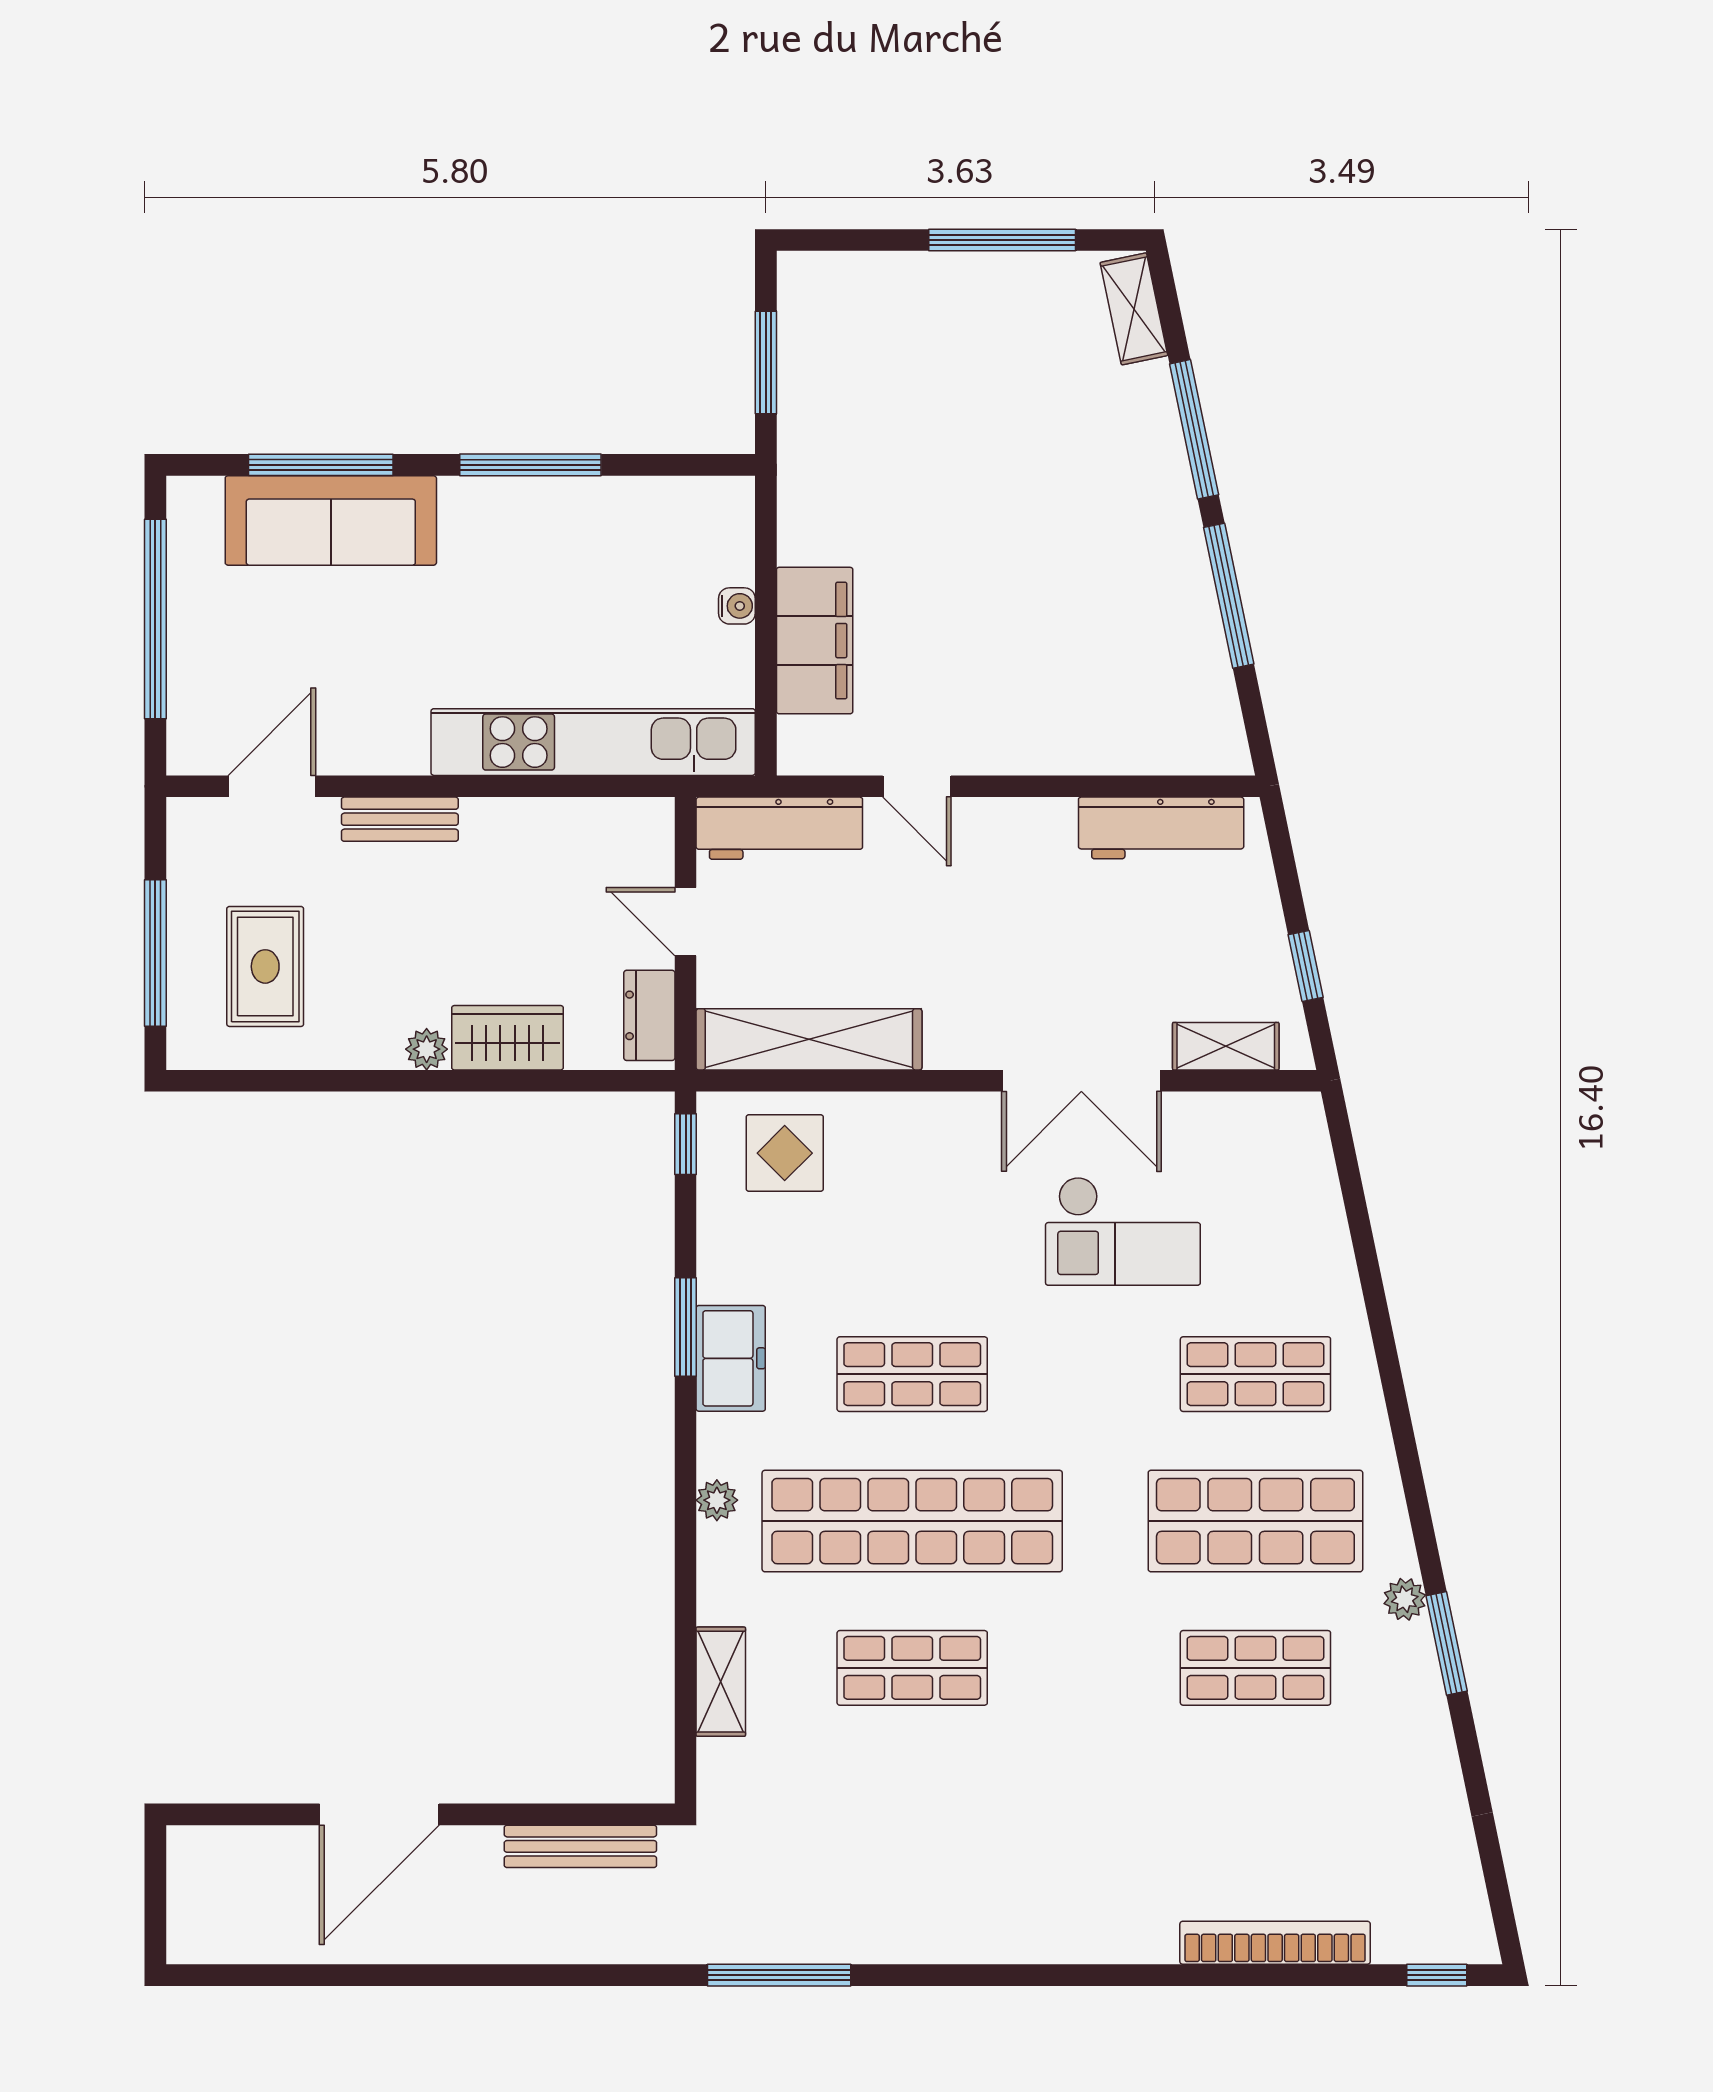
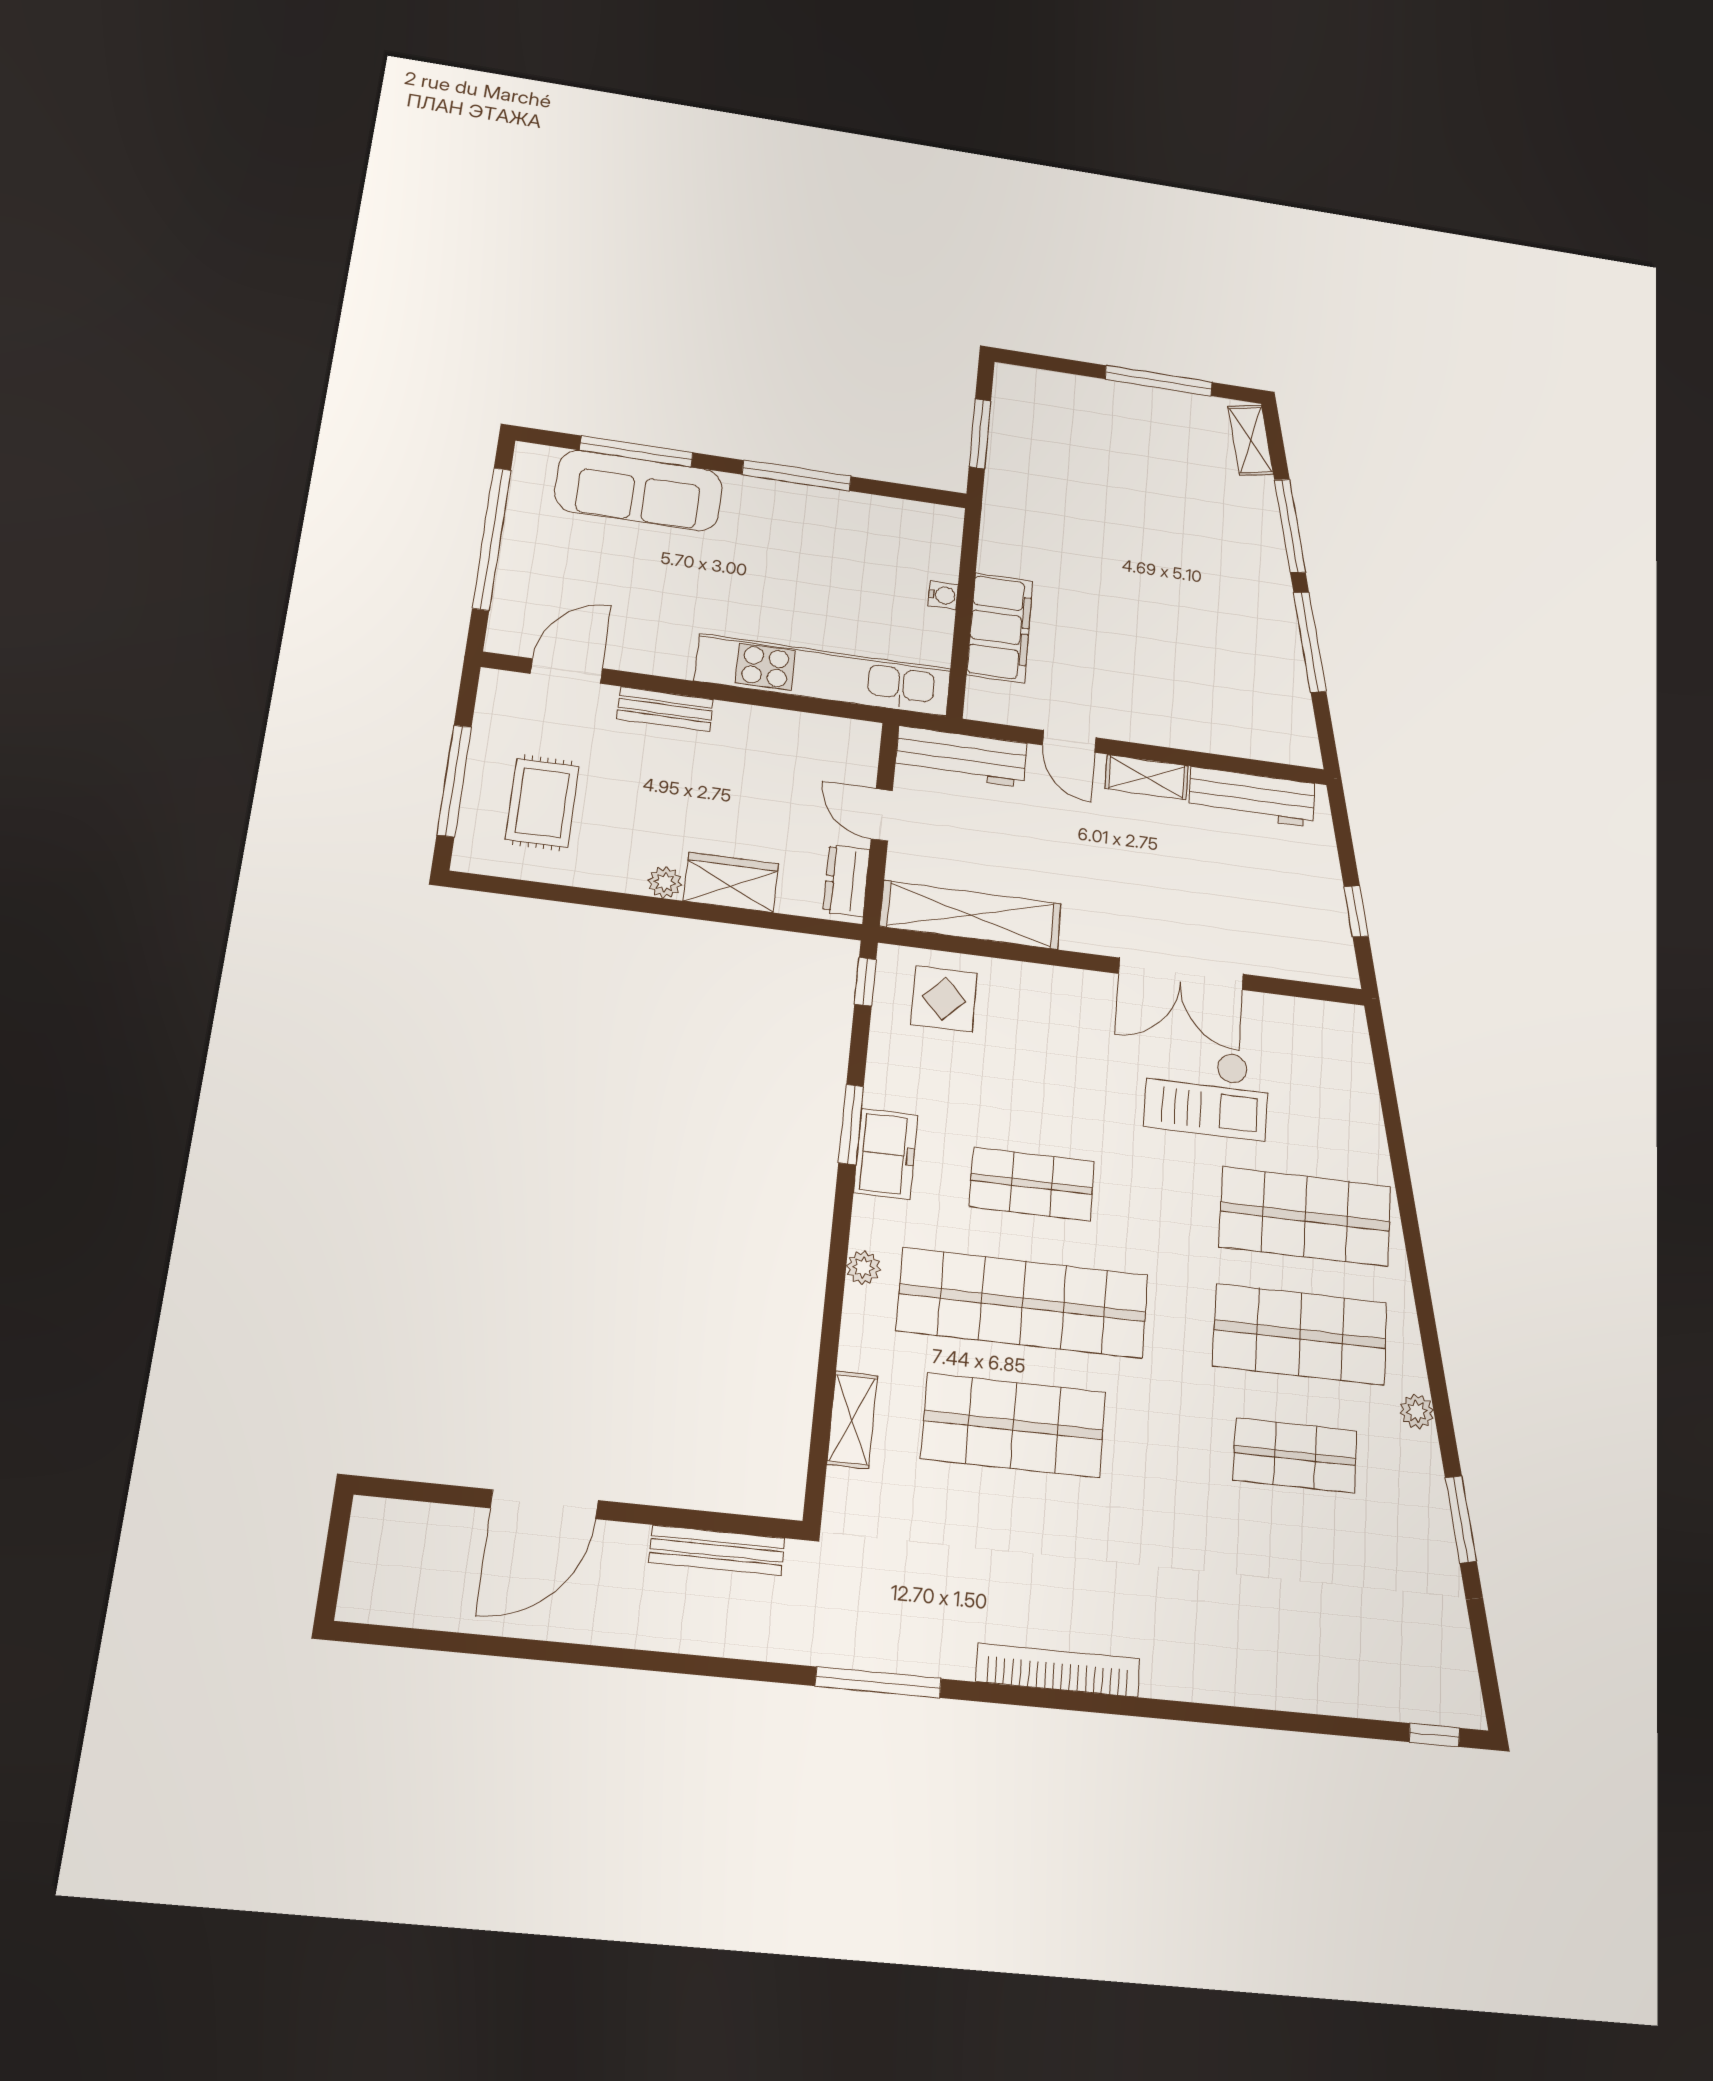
shelving: (1226, 1046) -> (1147, 777), moved
shop shelf: (1255, 1374) -> (1305, 1217), width x1.43, depth x1.36
window: (1447, 1643) -> (1461, 1519), moved
shop shelf: (912, 1668) -> (1014, 1425), width x1.43, depth x1.36
bookcase: (1275, 1943) -> (1058, 1670), moved

